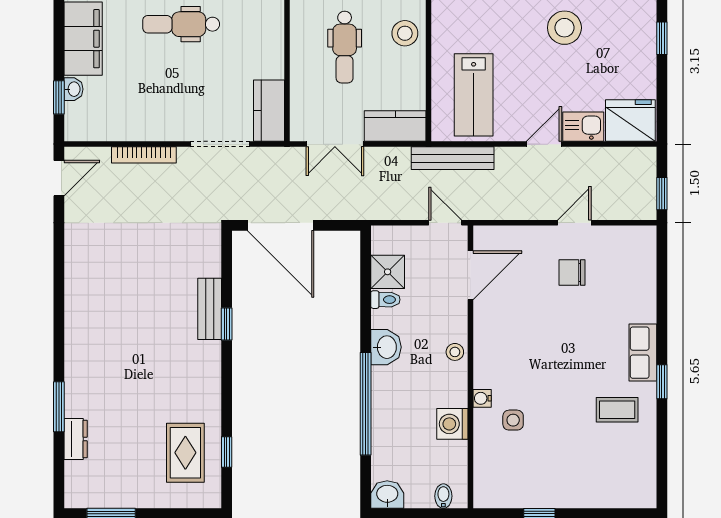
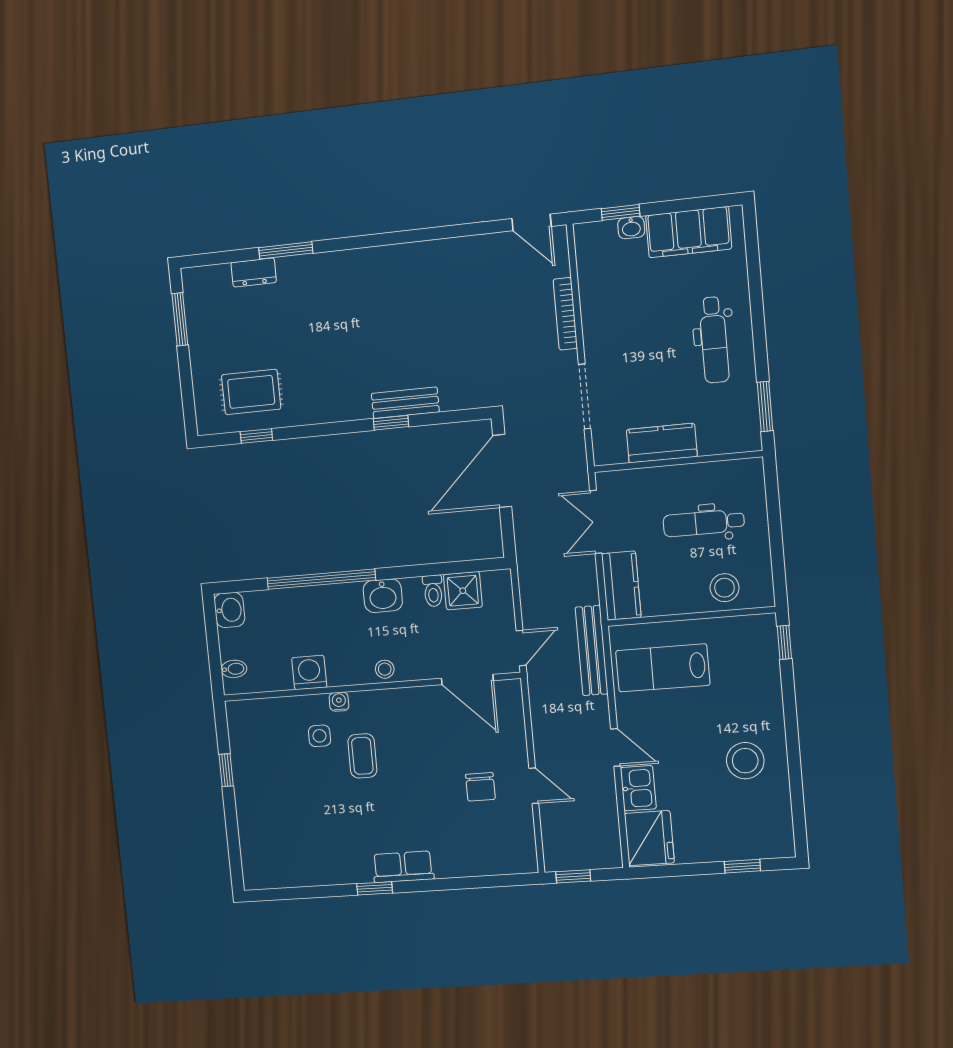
dental chair: (181, 24) -> (714, 340), turned 180
kitchen counter: (269, 111) -> (662, 443), moved
chair: (572, 272) -> (480, 787), turned 180
coffee table: (617, 410) -> (362, 756), moved

